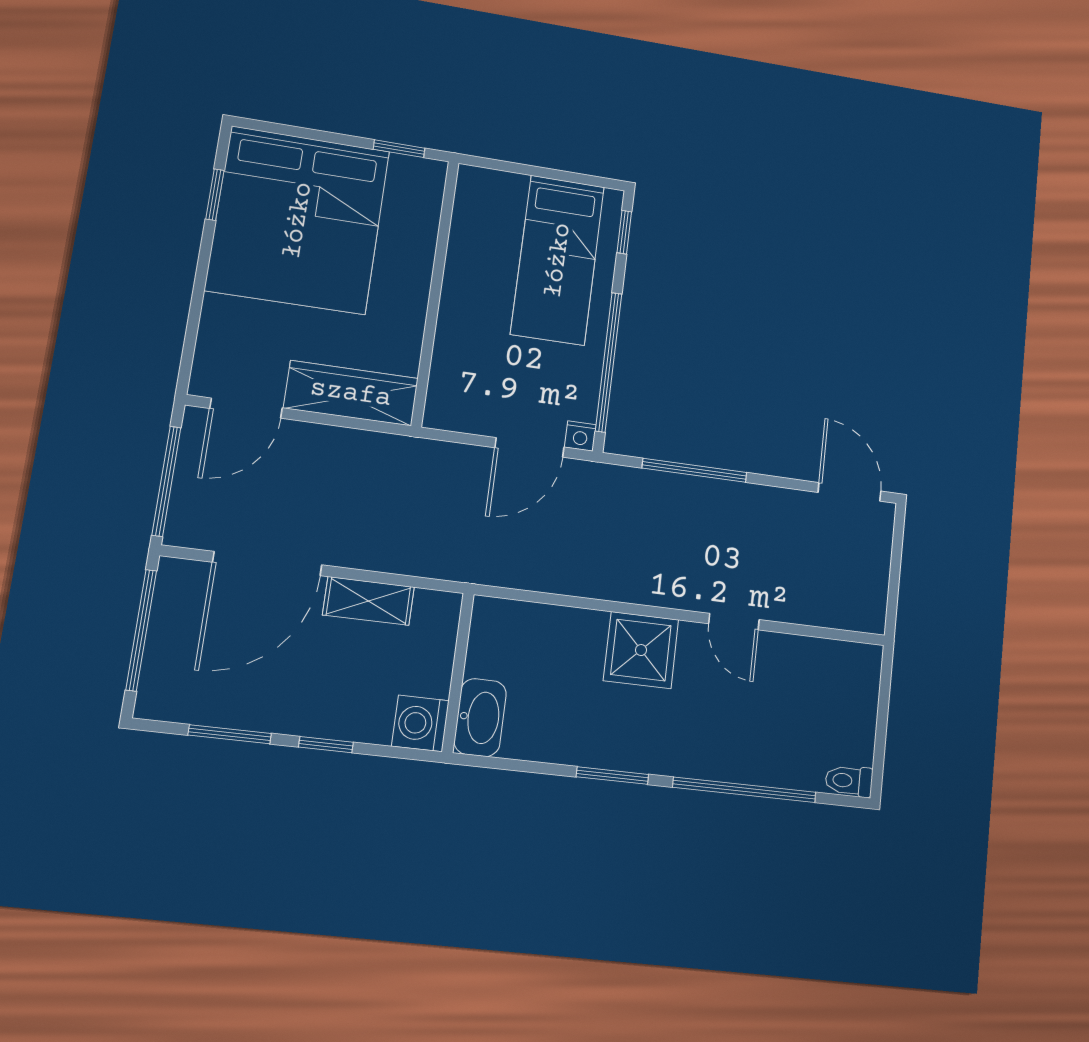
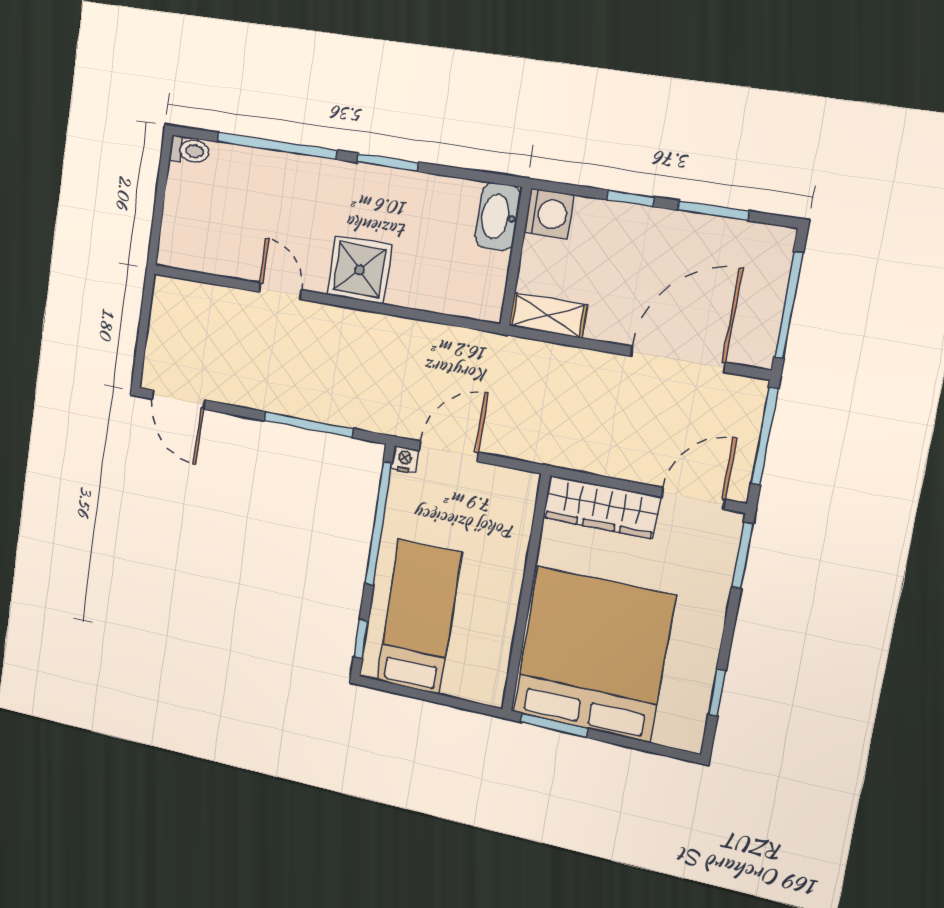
window: (399, 149) -> (554, 725), width x1.50
bed: (298, 220) -> (594, 654), moved
window: (189, 347) -> (742, 556), added
shelving: (369, 601) -> (548, 315), moved

